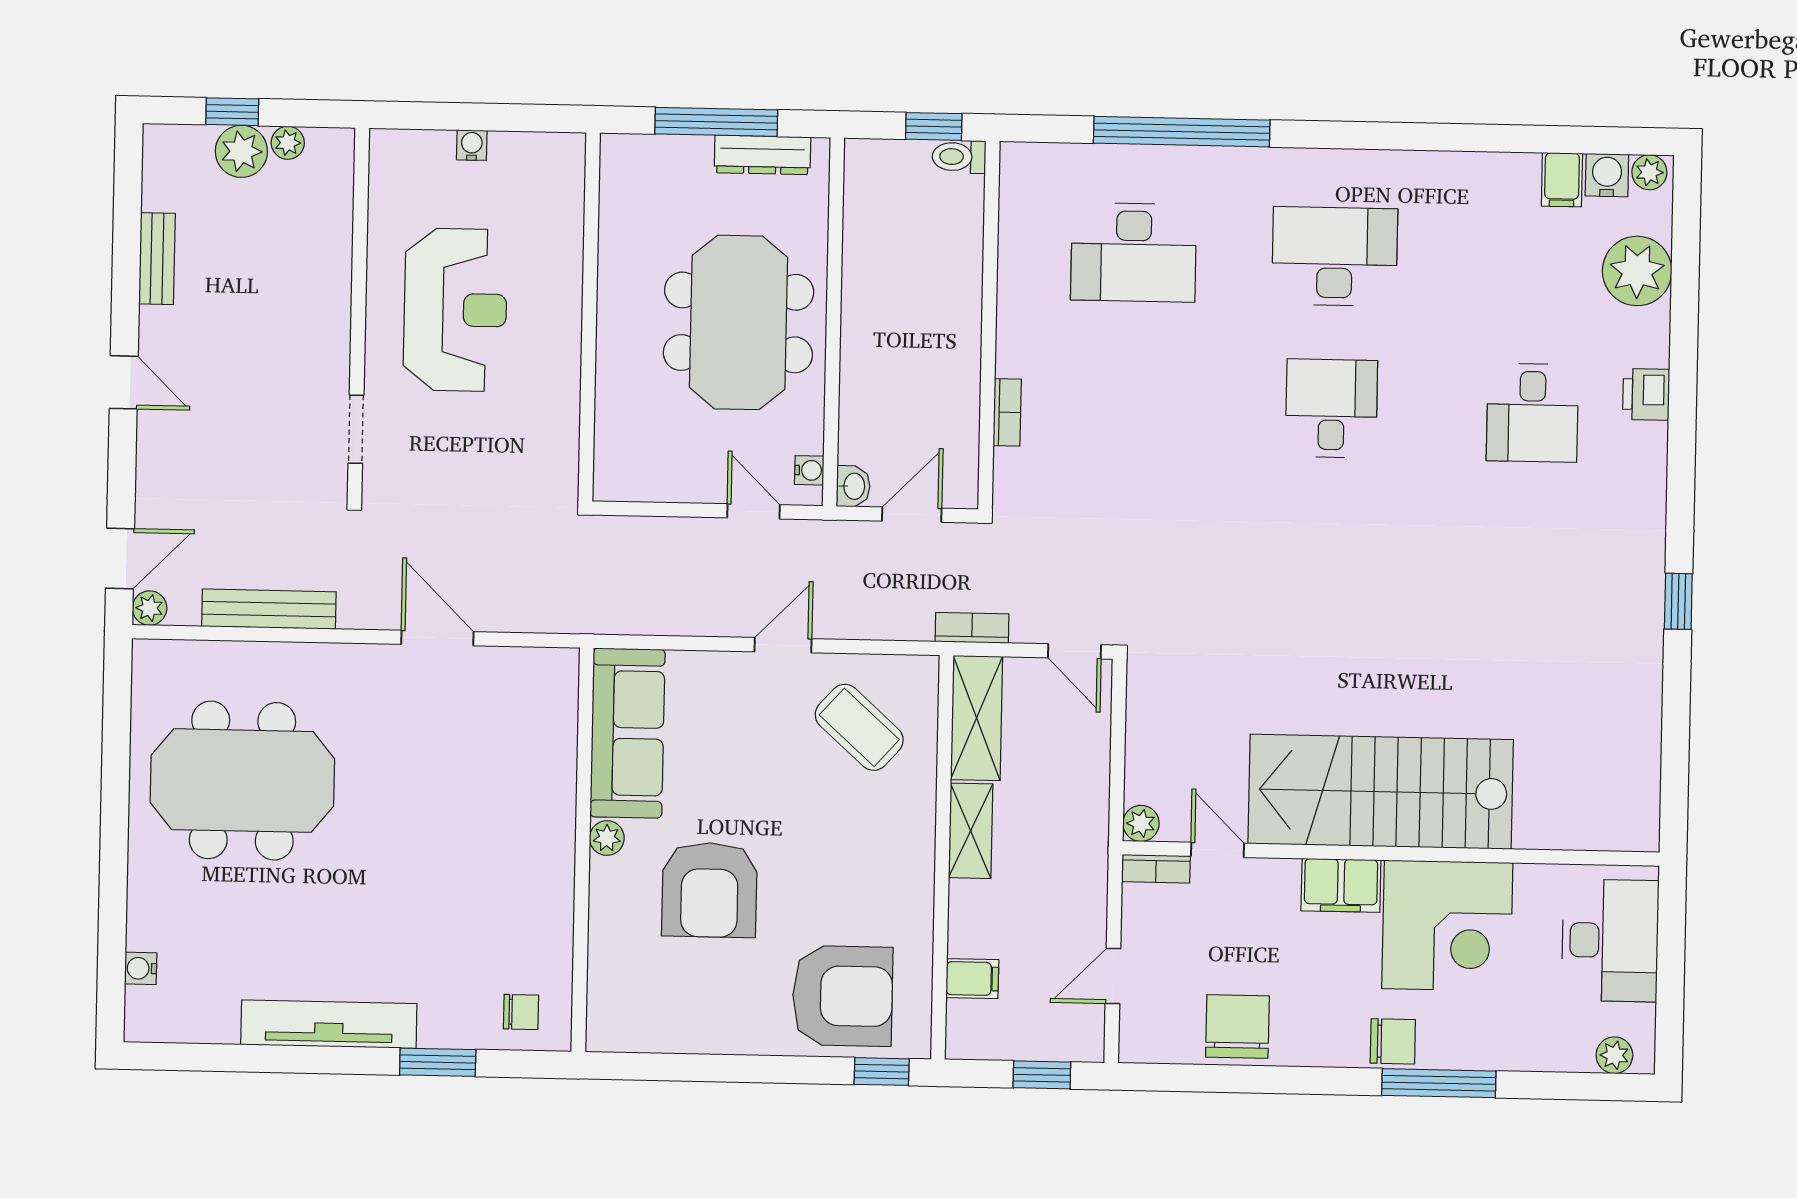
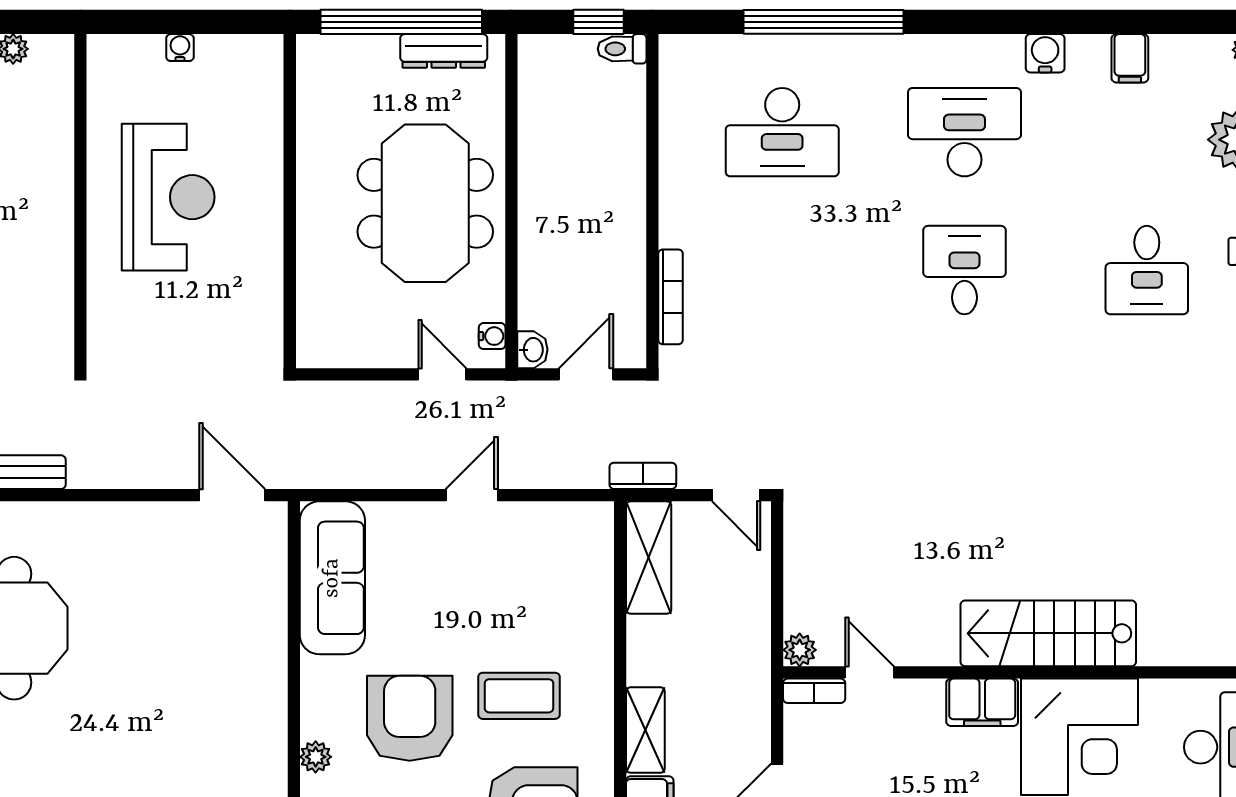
window: (716, 122) -> (401, 22), width x1.46
water cooler: (1607, 175) -> (1045, 53), moved
filing cabinet: (1562, 180) -> (1130, 58), moved
bookcase: (1007, 412) -> (671, 297), width x1.56
doorway: (356, 429) -> (80, 307), removed
door: (437, 638) -> (232, 495), moved
coffee table: (859, 727) -> (519, 696), moved, turned -42
stairs: (1381, 792) -> (1048, 633), width x0.73, depth x0.66
shelving: (971, 831) -> (645, 730), moved
plant: (607, 838) -> (316, 757), moved
armchair: (709, 890) -> (410, 718), turned 180

